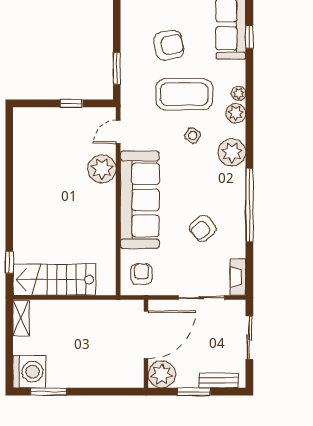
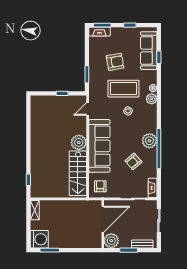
plant: (232, 152) -> (149, 141), moved
plant: (102, 169) -> (79, 142), moved
stairs: (54, 280) -> (78, 173), moved, turned -90

